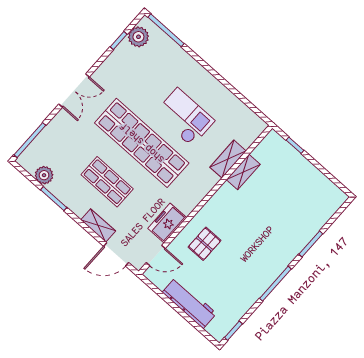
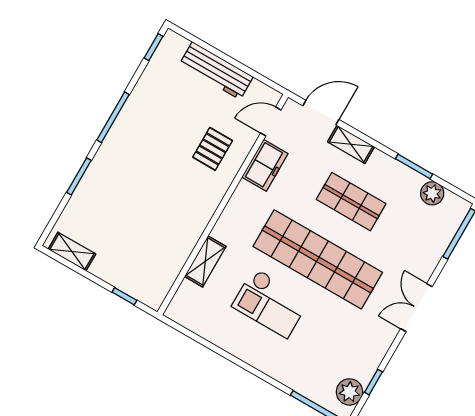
shelving: (243, 172) -> (72, 251), moved, turned 90

